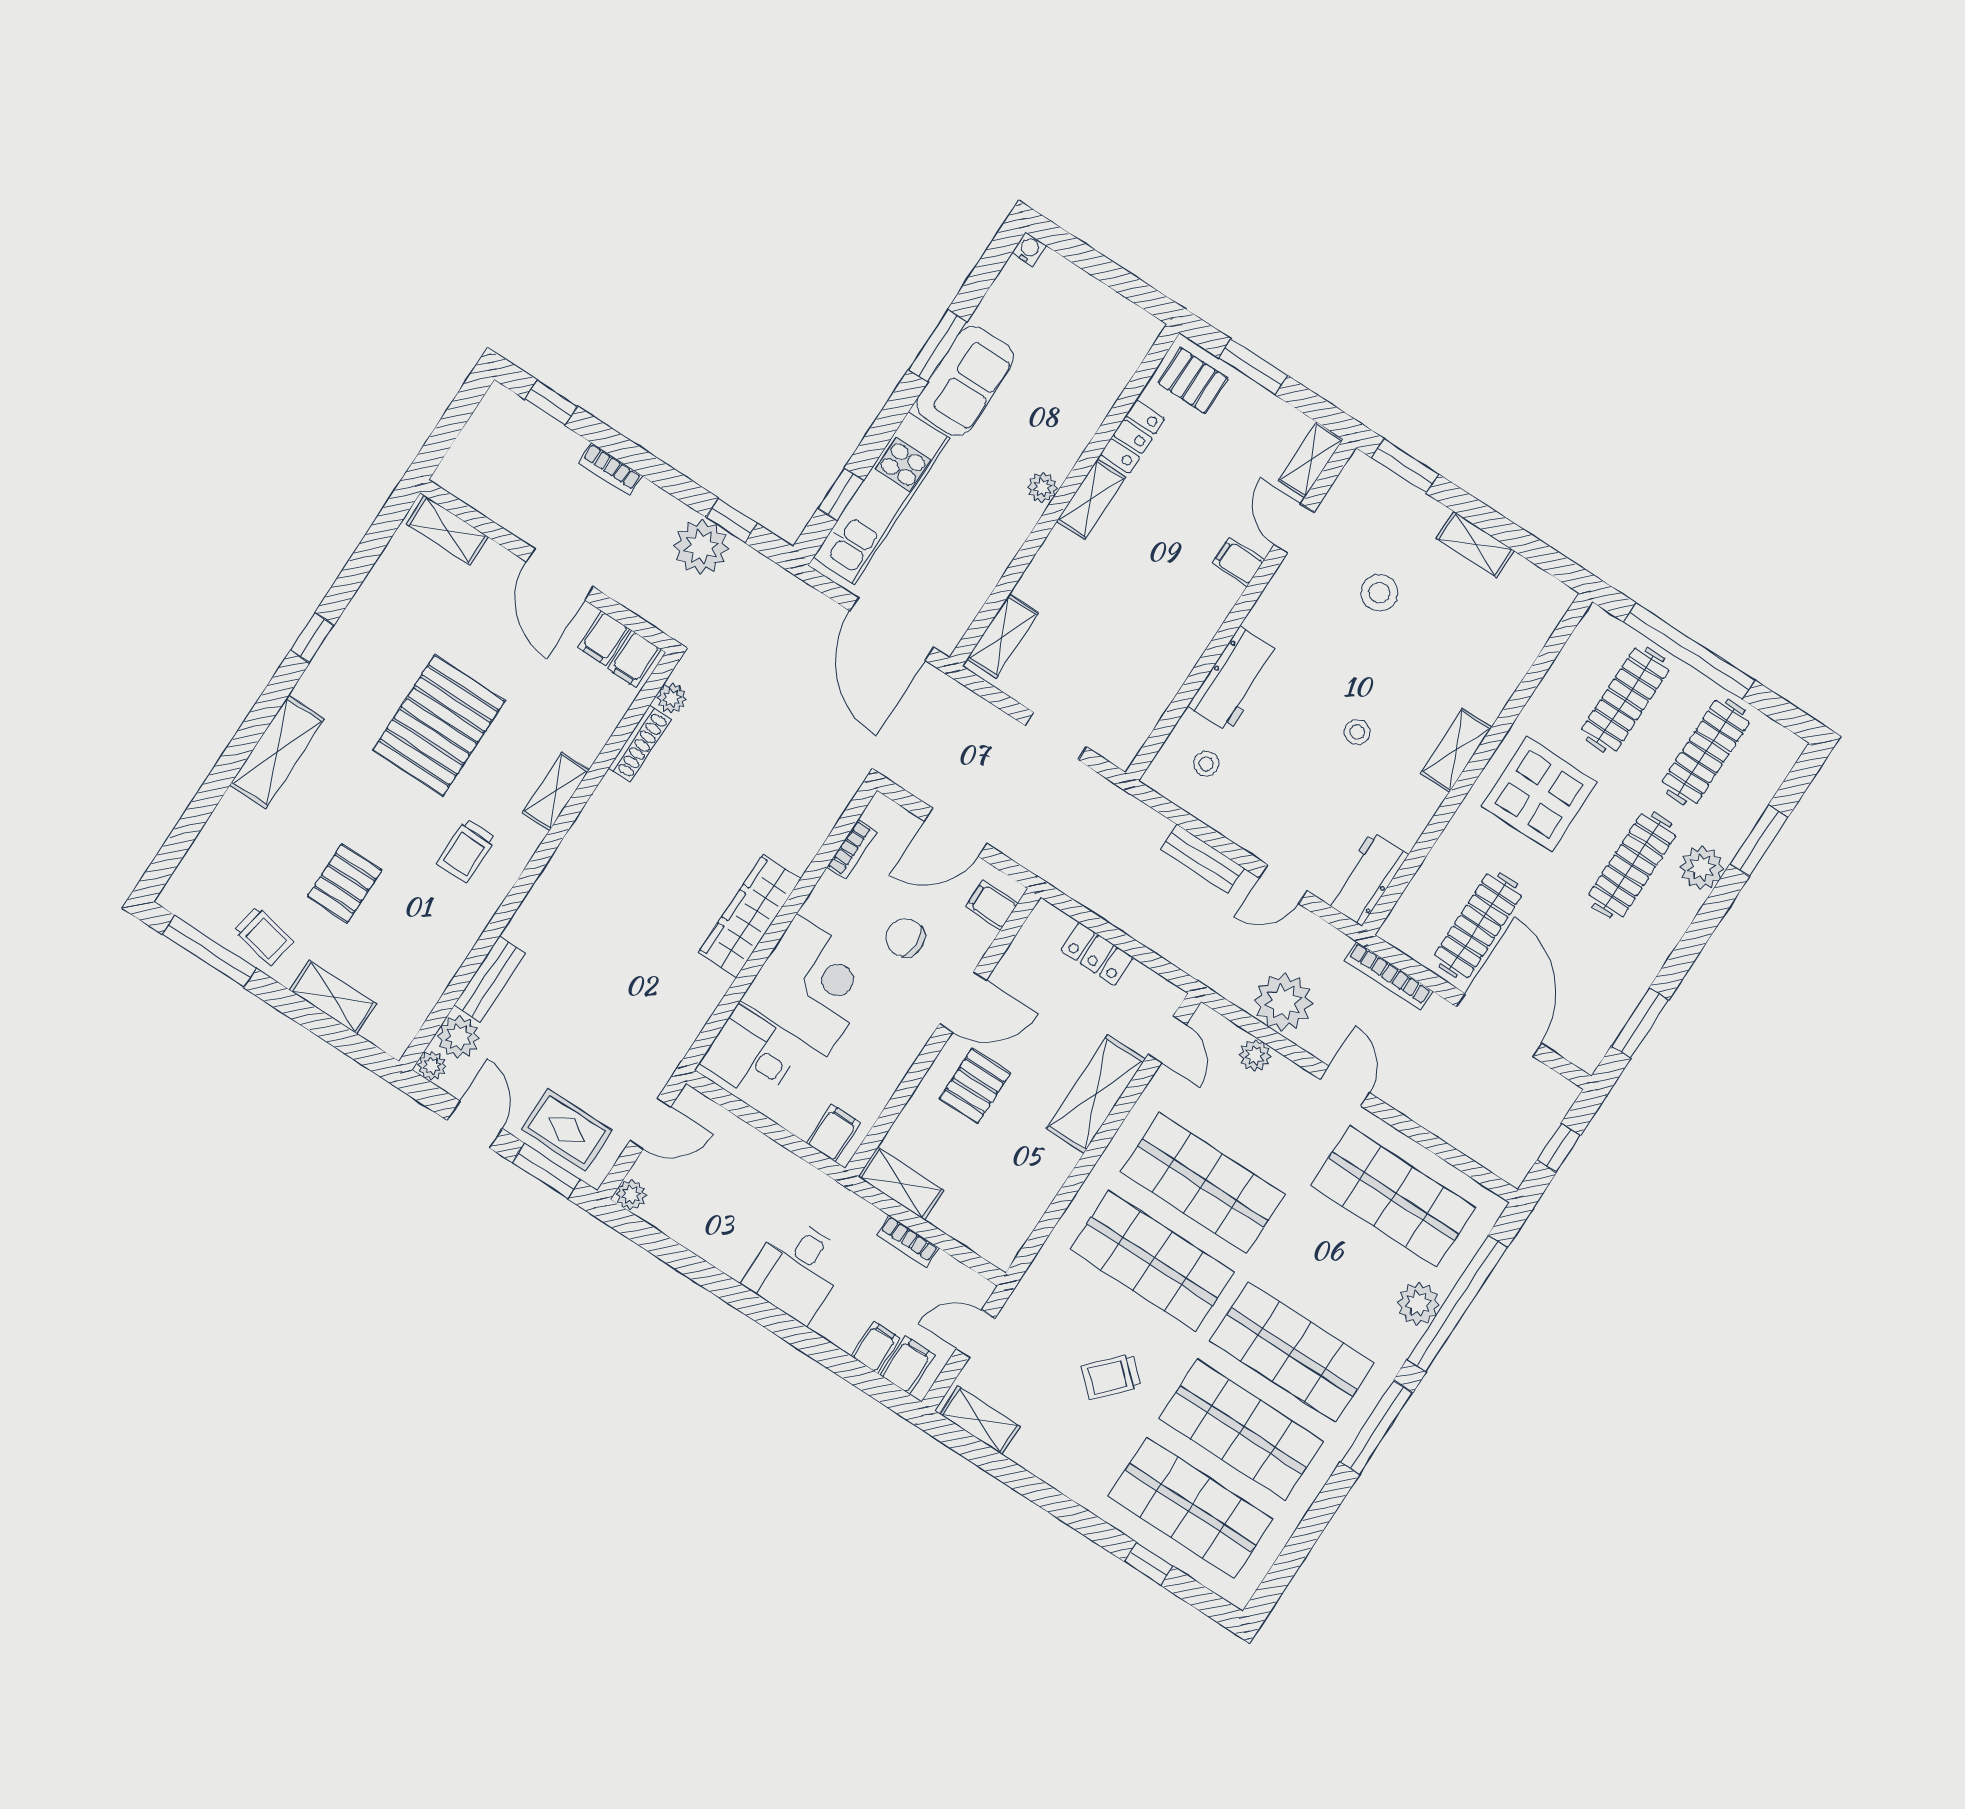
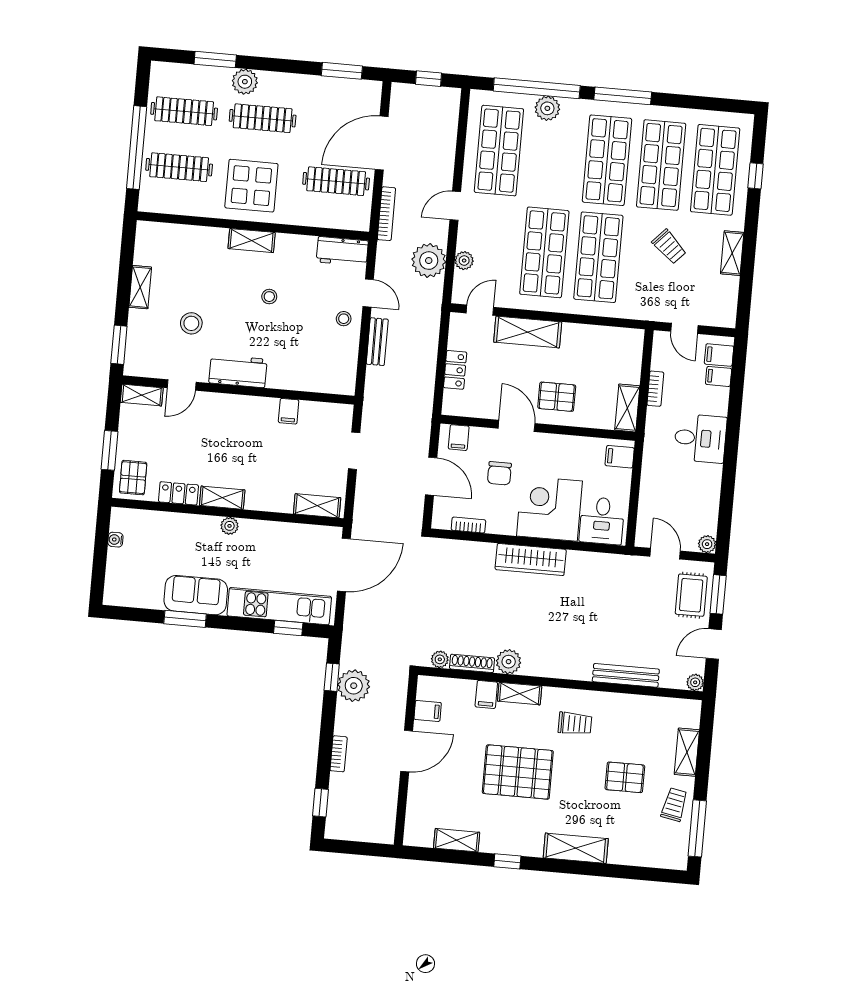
water cooler: (1029, 249) -> (115, 540), moved
shelving: (447, 530) -> (457, 840), moved, turned 90
filing cabinet: (1238, 562) -> (289, 411), moved
filing cabinet: (634, 659) -> (486, 694), moved, turned 90
workbench: (1234, 679) -> (238, 371), moved
stool: (1206, 764) -> (344, 319), moved
bench: (490, 979) -> (626, 675), width x1.36
plant: (459, 1037) -> (509, 662), moved
shelving: (980, 1420) -> (732, 253), moved

